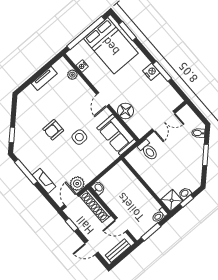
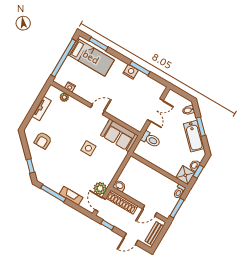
bed: (111, 46) -> (91, 57), width x0.67
door: (103, 100) -> (97, 109), swing flipped
floor lamp: (125, 111) -> (120, 113), removed
armchair: (53, 130) -> (43, 140), moved
bathtub: (195, 162) -> (194, 136), added

